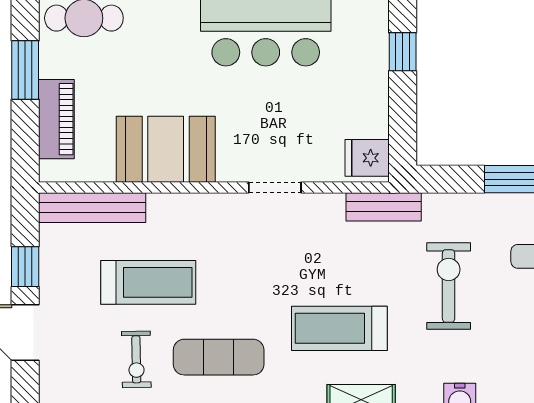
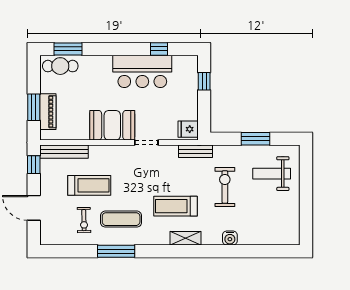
window: (25, 70) -> (34, 107), moved
booth: (166, 149) -> (112, 125), moved
window: (25, 267) -> (34, 165), moved

